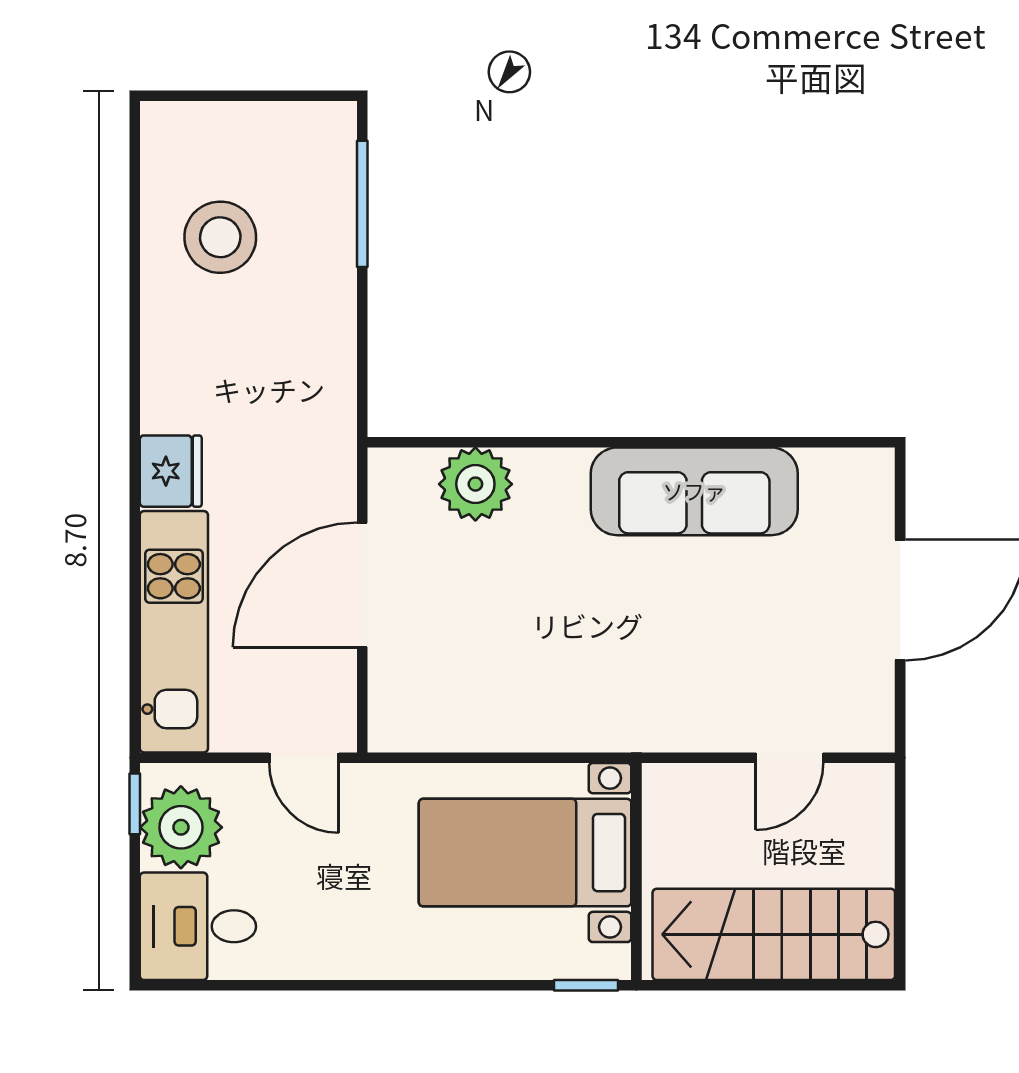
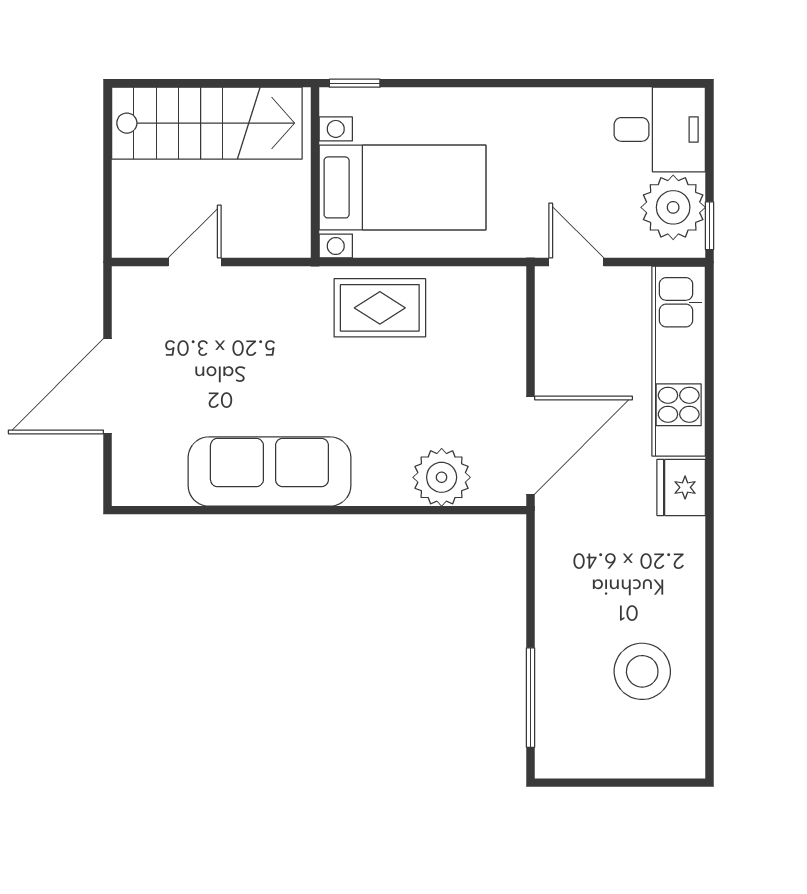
door: (362, 585) -> (531, 445), moved
rug: (554, 700) -> (380, 308), added

